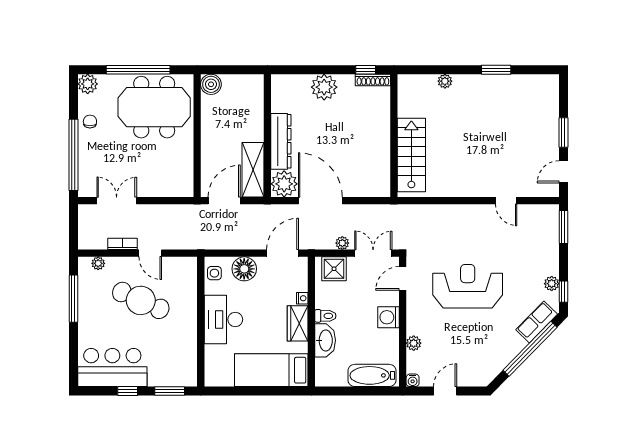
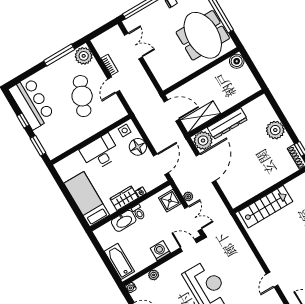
door: (283, 253) -> (161, 164), hinge flipped
plant: (98, 263) -> (84, 56), width x1.87, depth x1.87

